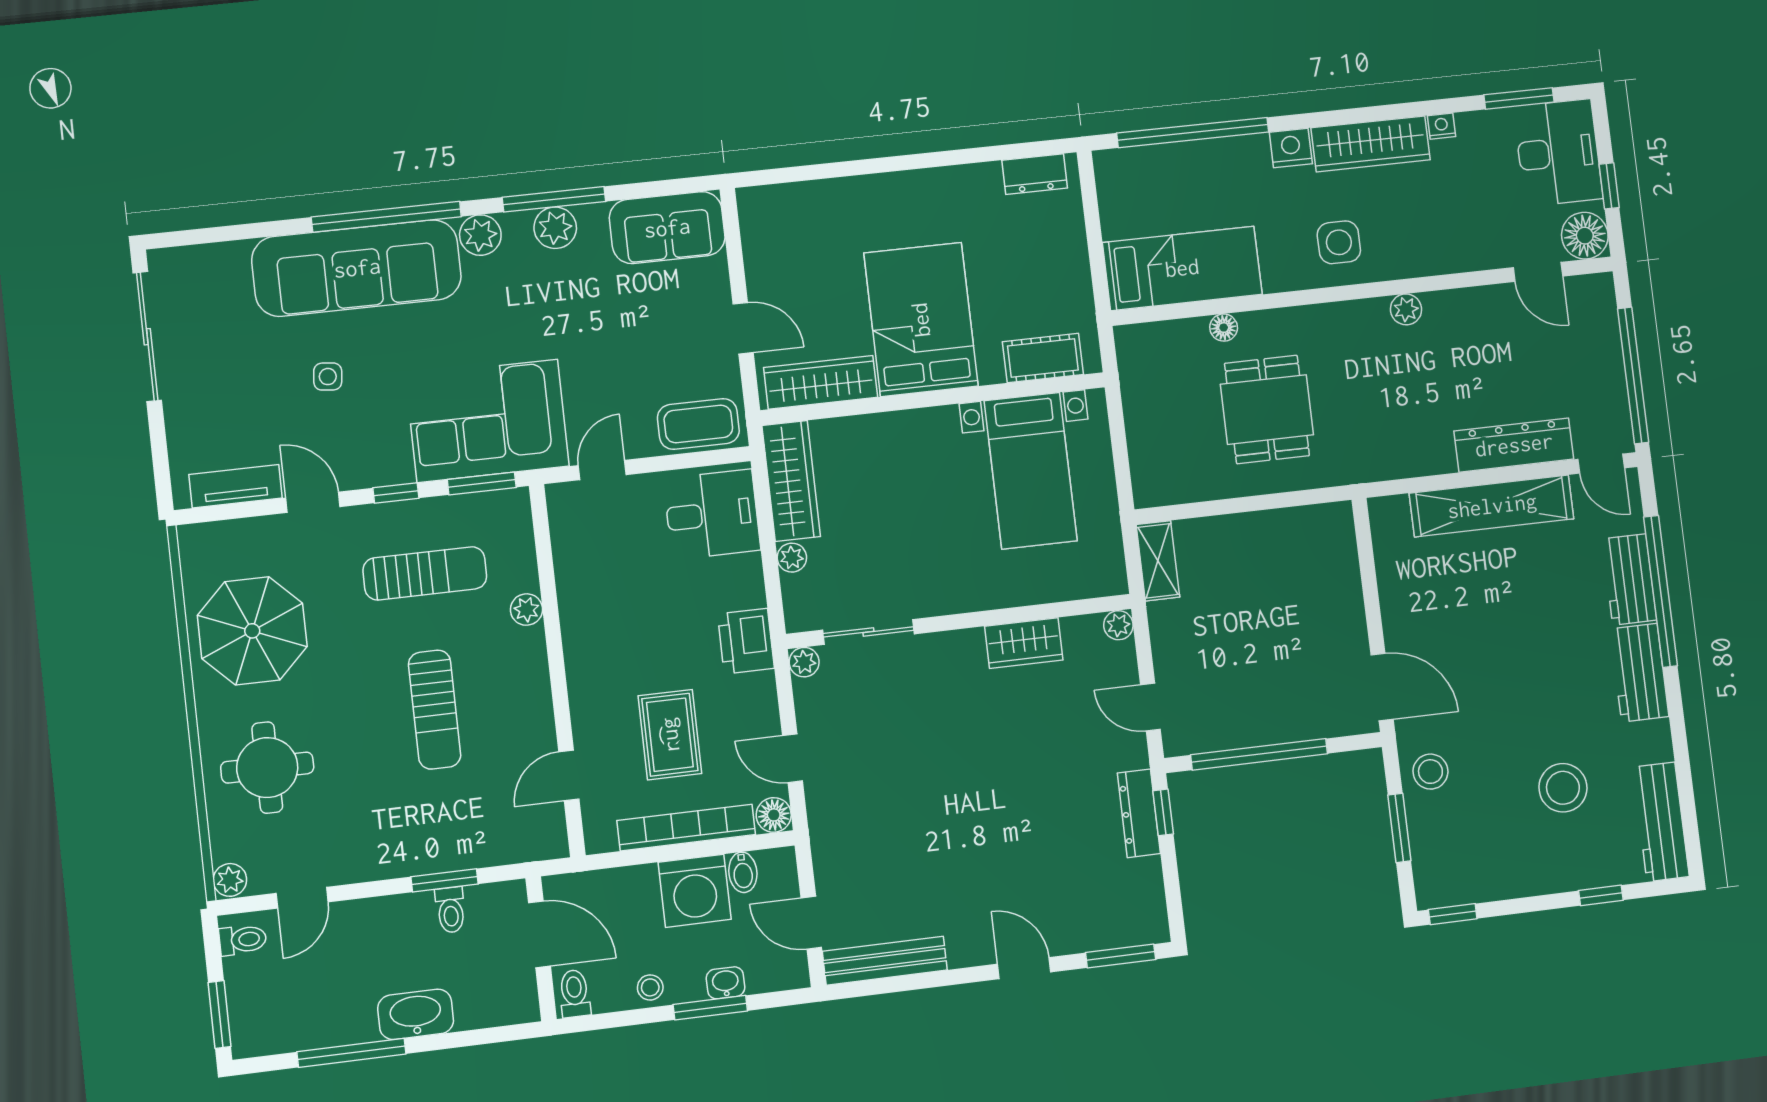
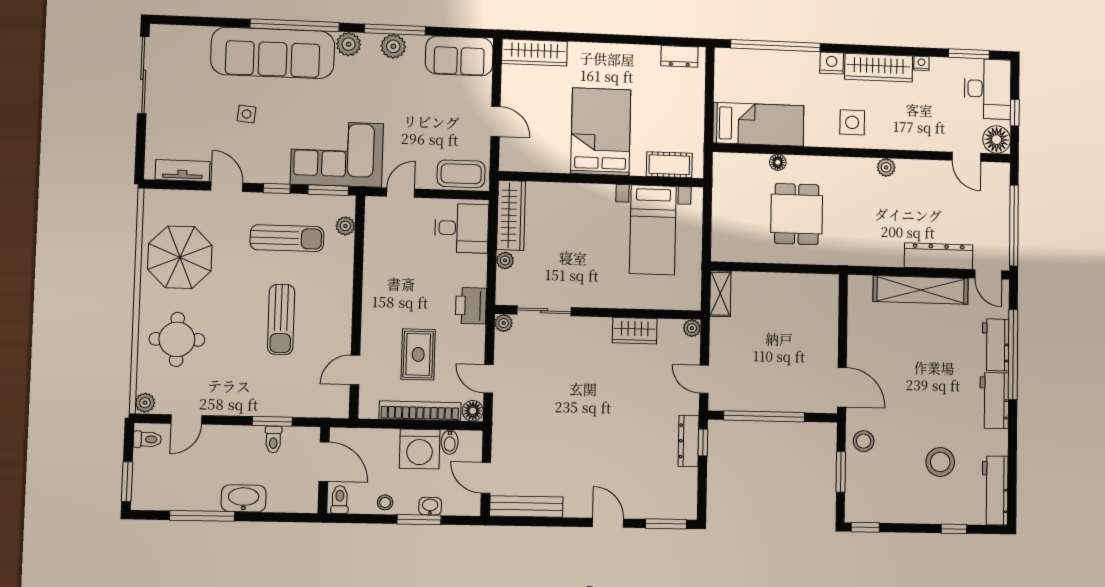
wardrobe: (821, 382) -> (534, 52), moved, turned 180
plant: (526, 610) -> (345, 226), moved

